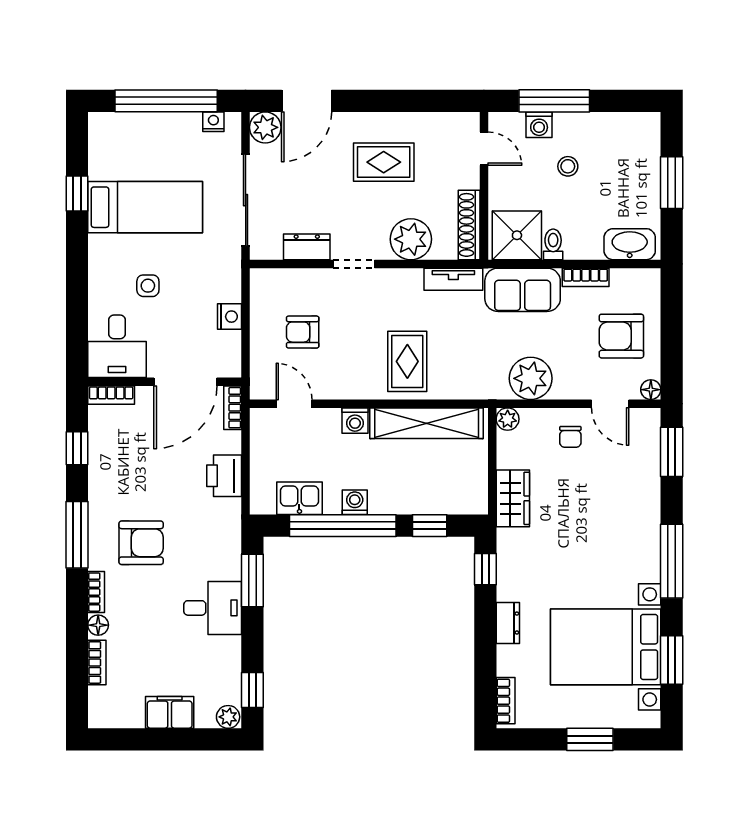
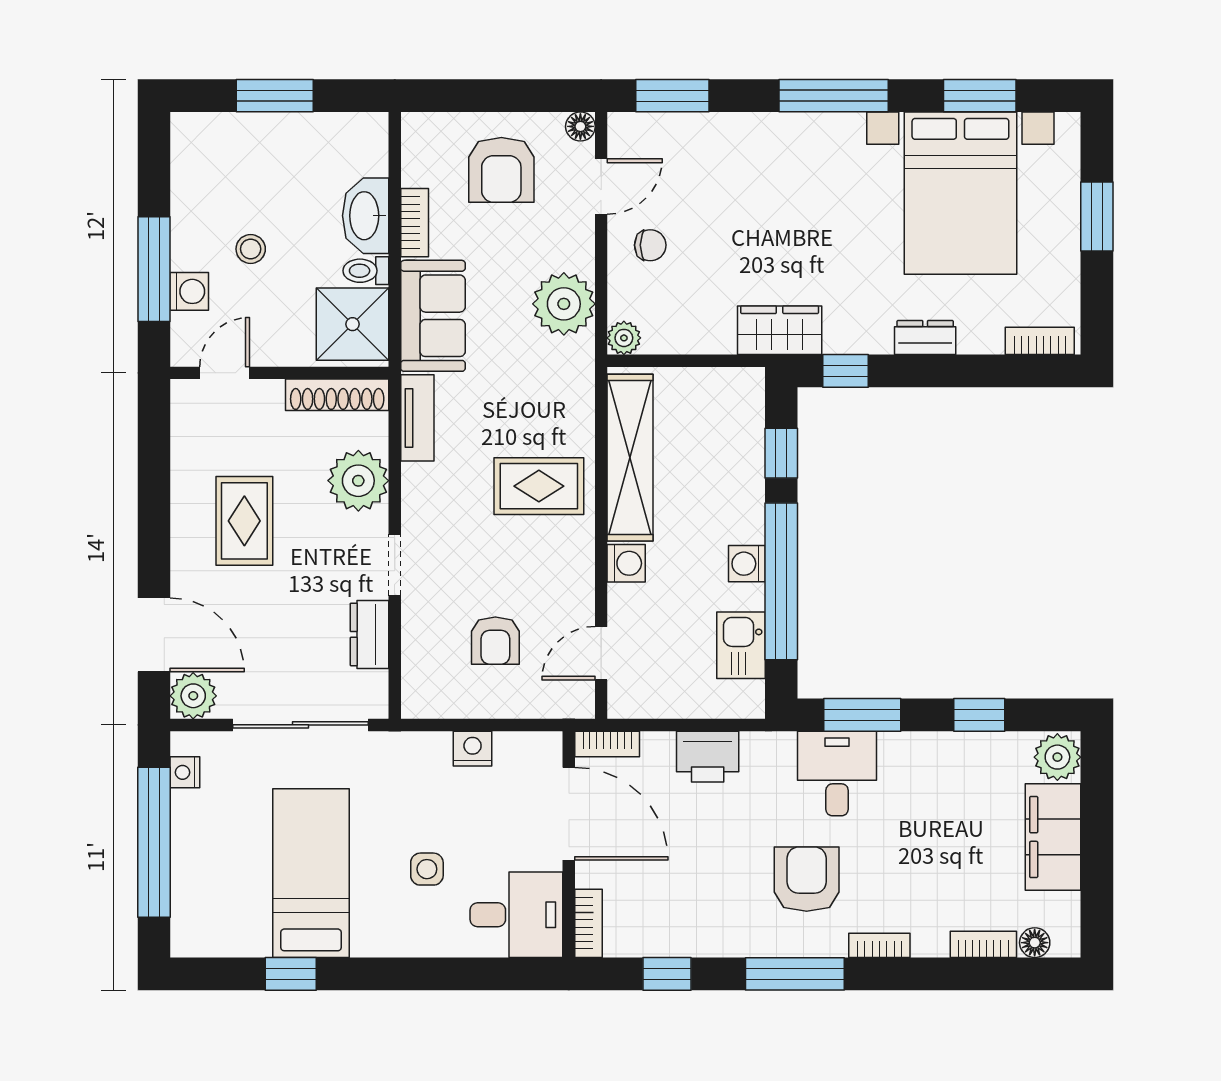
washbasin: (630, 244) -> (366, 216), moved
wardrobe: (513, 498) -> (780, 330), moved
desk: (213, 608) -> (837, 773), moved
floor lamp: (98, 625) -> (1035, 943), moved
window: (252, 690) -> (979, 715), moved
filing cabinet: (170, 712) -> (1053, 837), width x1.50, depth x1.17
plant: (228, 717) -> (1057, 757), width x1.38, depth x1.38

